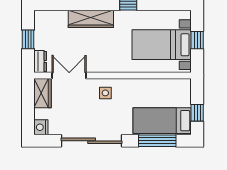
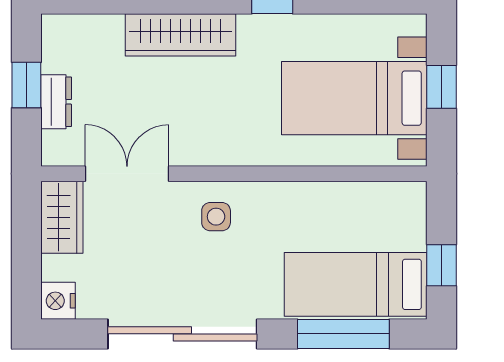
dresser: (40, 61) -> (56, 102), moved

